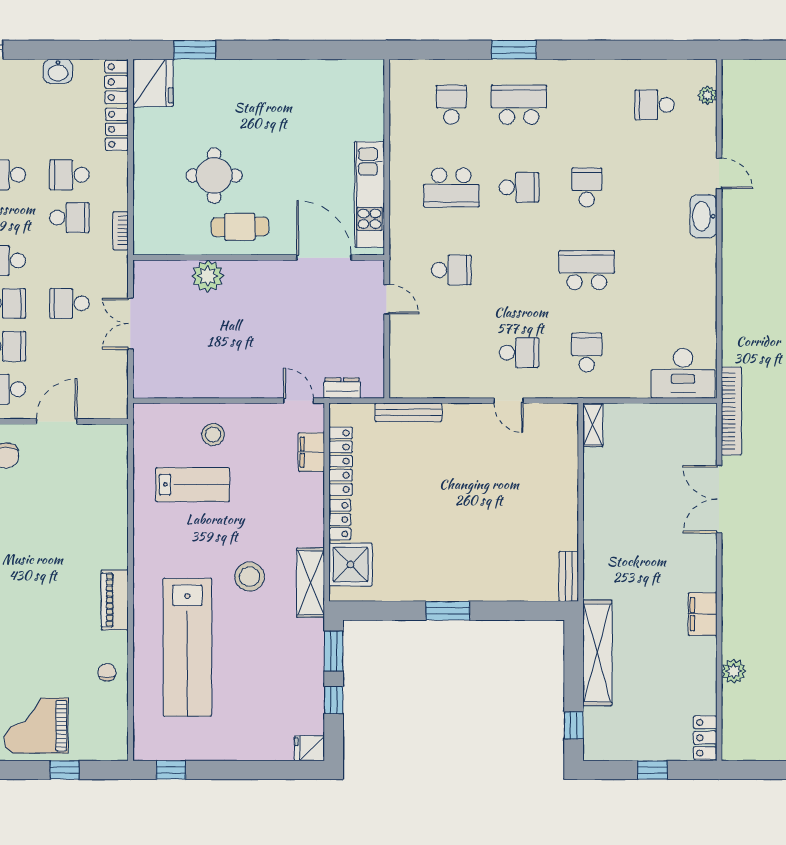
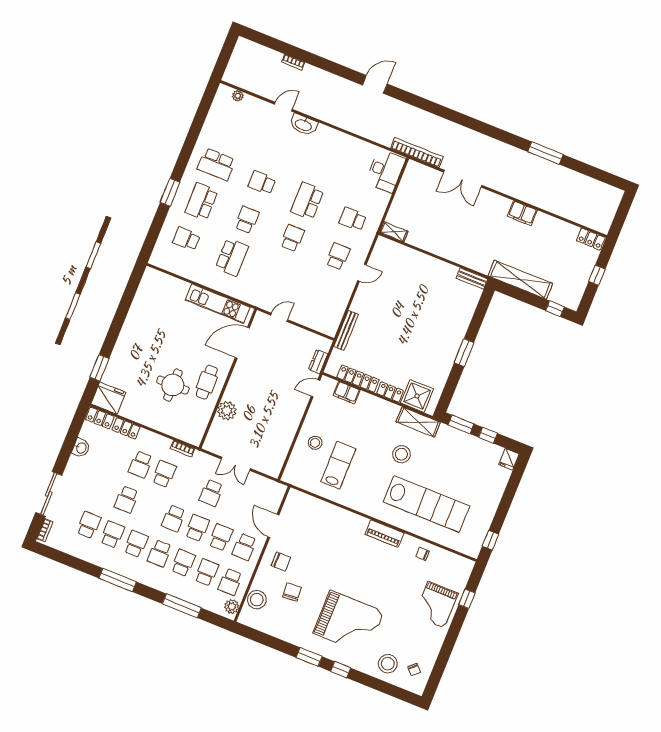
school desk: (654, 105) -> (216, 164), moved, width x1.85
school desk: (451, 270) -> (292, 238), moved
plant: (734, 671) -> (561, 209), removed

